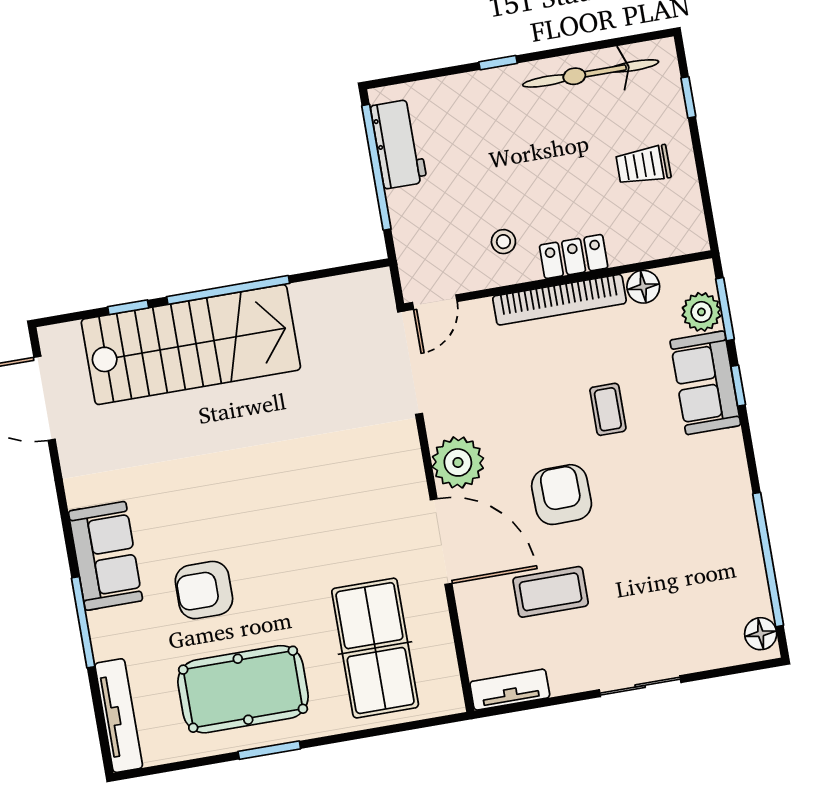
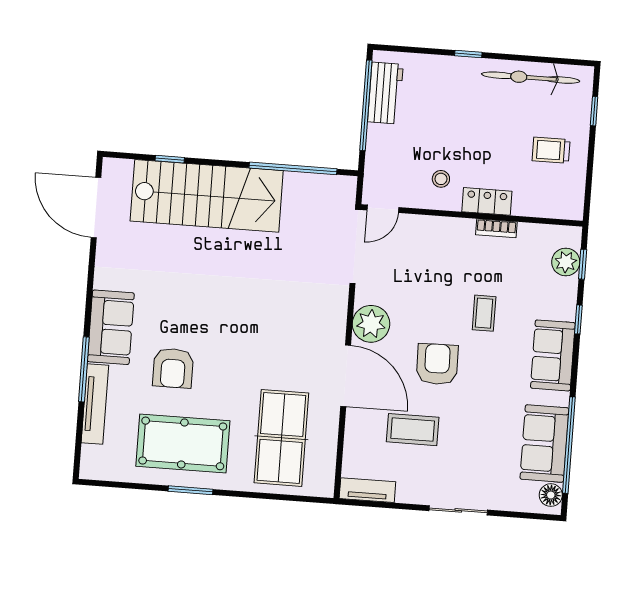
floor lamp: (643, 287) -> (530, 234), removed
window: (228, 290) -> (293, 168), moved
bookcase: (559, 300) -> (496, 228), width x0.43, depth x0.76
window: (725, 309) -> (583, 264), width x0.67
sofa: (705, 383) -> (553, 355), moved
sofa: (734, 566) -> (544, 444), added
armchair: (204, 590) -> (173, 368), turned -90
tv unit: (119, 716) -> (95, 404), moved

